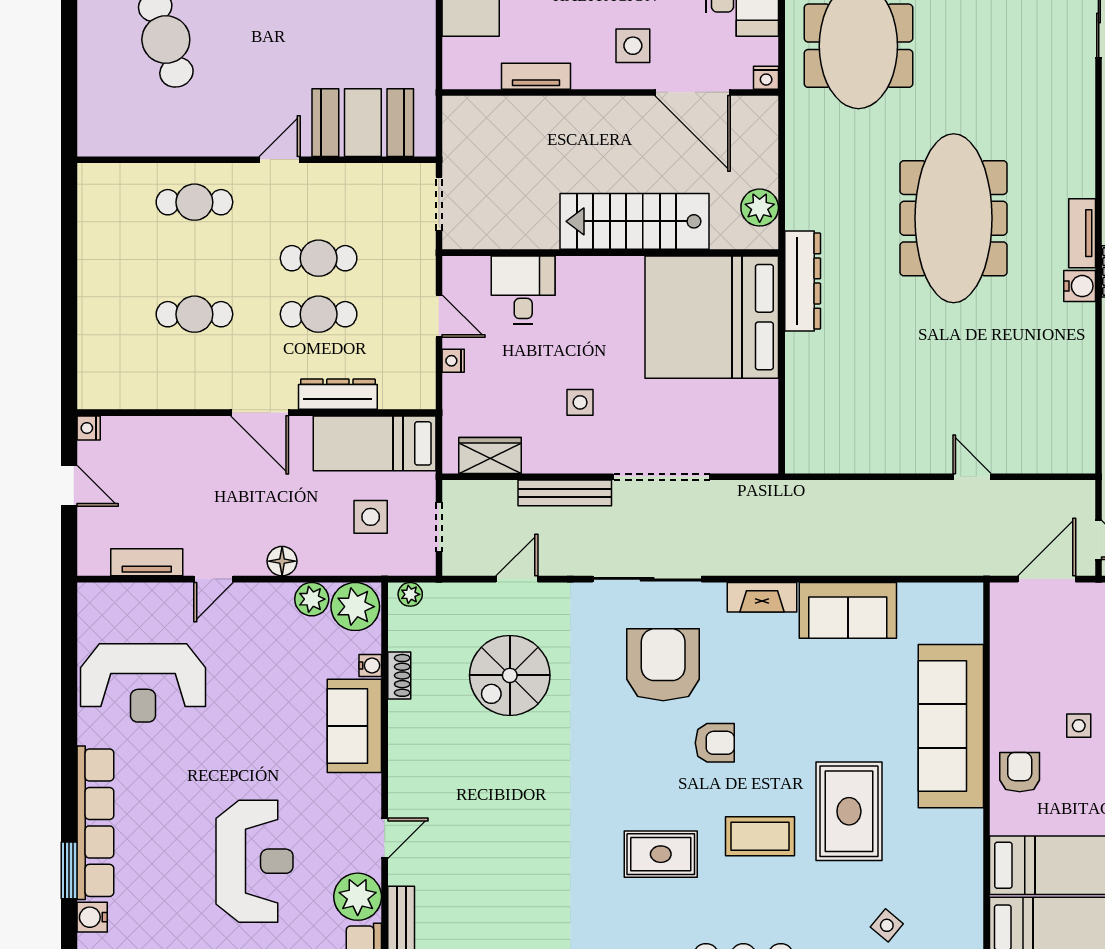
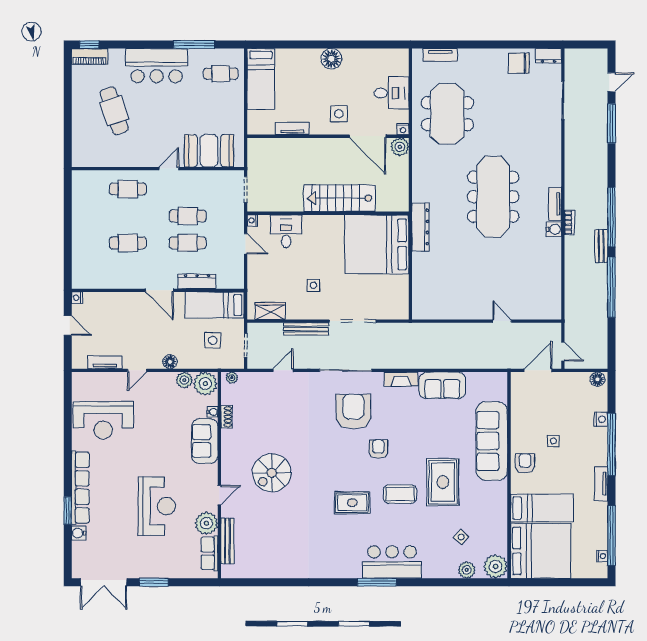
plant: (760, 208) -> (400, 147), moved
nightstand: (453, 361) -> (252, 220), moved
spiral stairs: (510, 675) -> (272, 473), moved
armchair: (715, 743) -> (378, 449), turned -90

